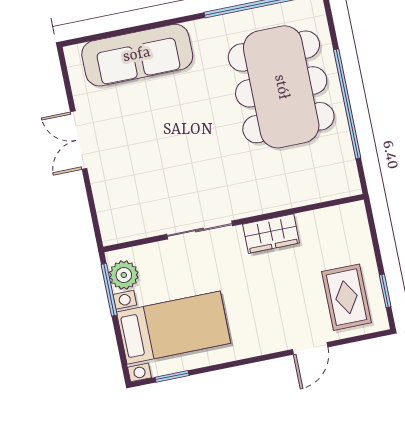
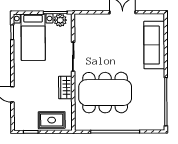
dining table: (281, 87) -> (105, 93), moved
rug: (346, 297) -> (52, 120), moved

